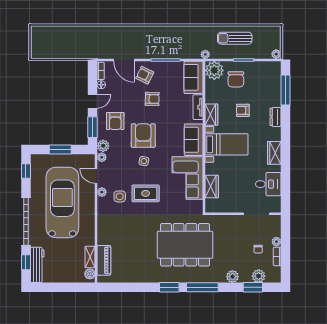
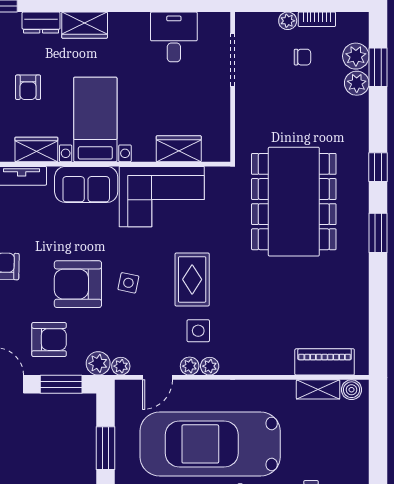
wardrobe: (274, 153) -> (85, 25), moved
plant: (102, 202) -> (210, 366), added
plant: (232, 277) -> (357, 83), moved
window: (202, 287) -> (378, 167), width x0.46

